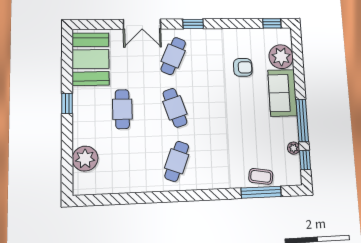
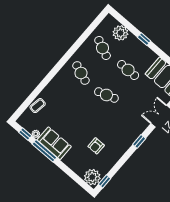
cafe table: (173, 56) -> (103, 48), moved
plant: (281, 57) -> (92, 177), moved
sofa: (282, 93) -> (54, 143), moved
window: (67, 103) -> (144, 39), moved
window: (261, 192) -> (30, 99), removed

